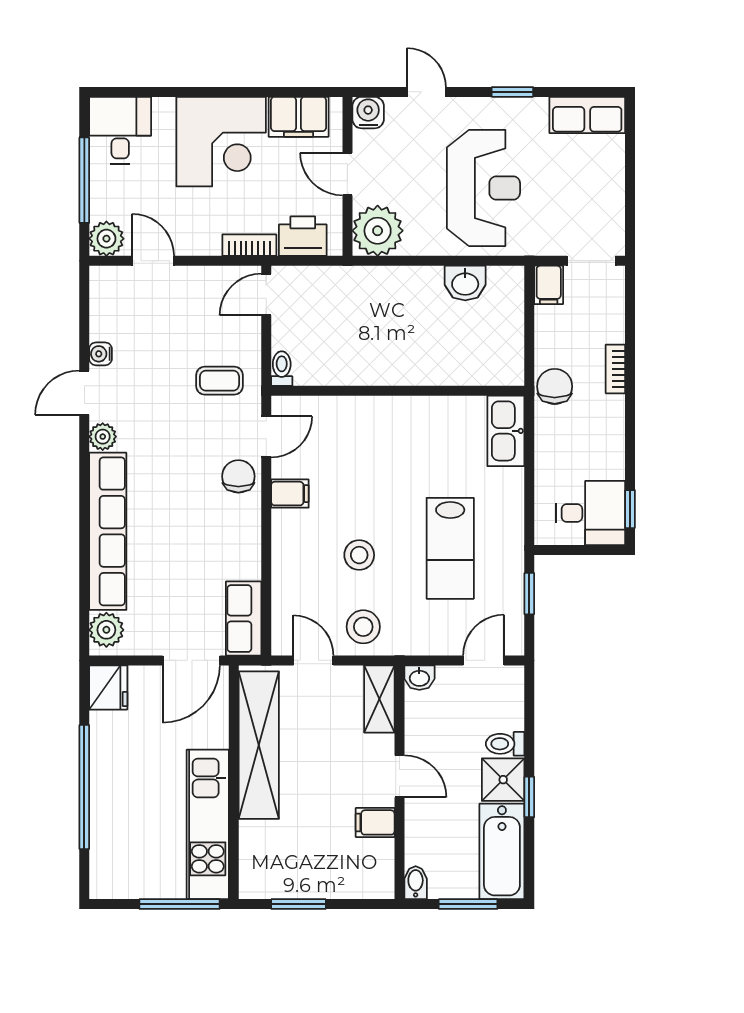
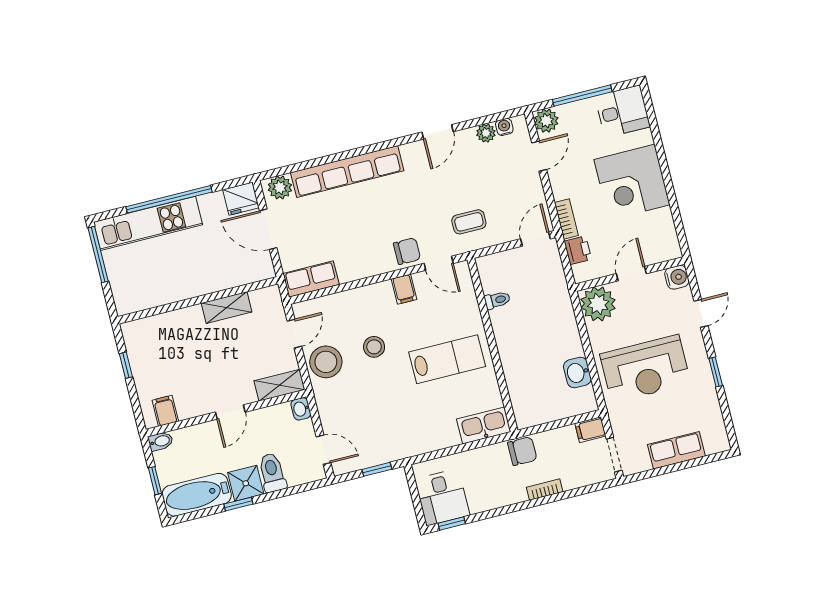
row of seats: (587, 115) -> (676, 450), moved, turned 90
filing cabinet: (299, 117) -> (662, 231), removed
printer: (303, 236) -> (578, 250), width x0.73, depth x0.81
door: (266, 295) -> (536, 239), hinge flipped
water cooler: (101, 354) -> (504, 127), moved
toilet: (282, 369) -> (497, 300), moved
coffee table: (219, 381) -> (469, 222), turned 90
door: (84, 393) -> (438, 132), swing flipped
plant: (103, 437) -> (486, 133), moved
lab bench: (450, 548) -> (447, 359), moved, turned 180
stool: (363, 627) -> (326, 362), width x1.38, depth x1.38
door: (191, 660) -> (268, 229), moved
toilet: (505, 744) -> (272, 473), width x1.37, depth x1.39
shelving: (259, 745) -> (227, 308), width x0.45, depth x0.75
filing cabinet: (375, 822) -> (165, 411), moved
kitchen unit: (208, 824) -> (148, 223), moved, turned 180
window: (179, 904) -> (98, 255), moved
window: (298, 904) -> (126, 365), width x0.67
window: (468, 904) -> (155, 481), width x0.67

